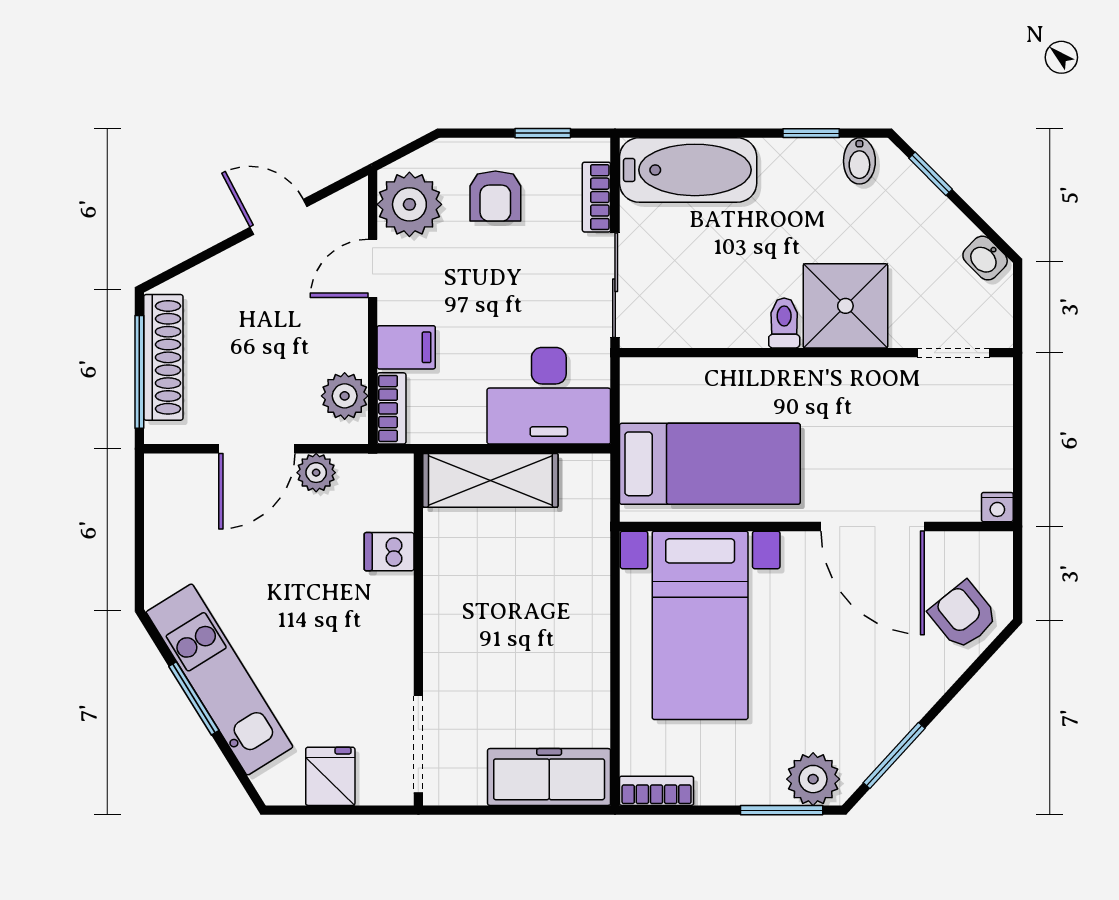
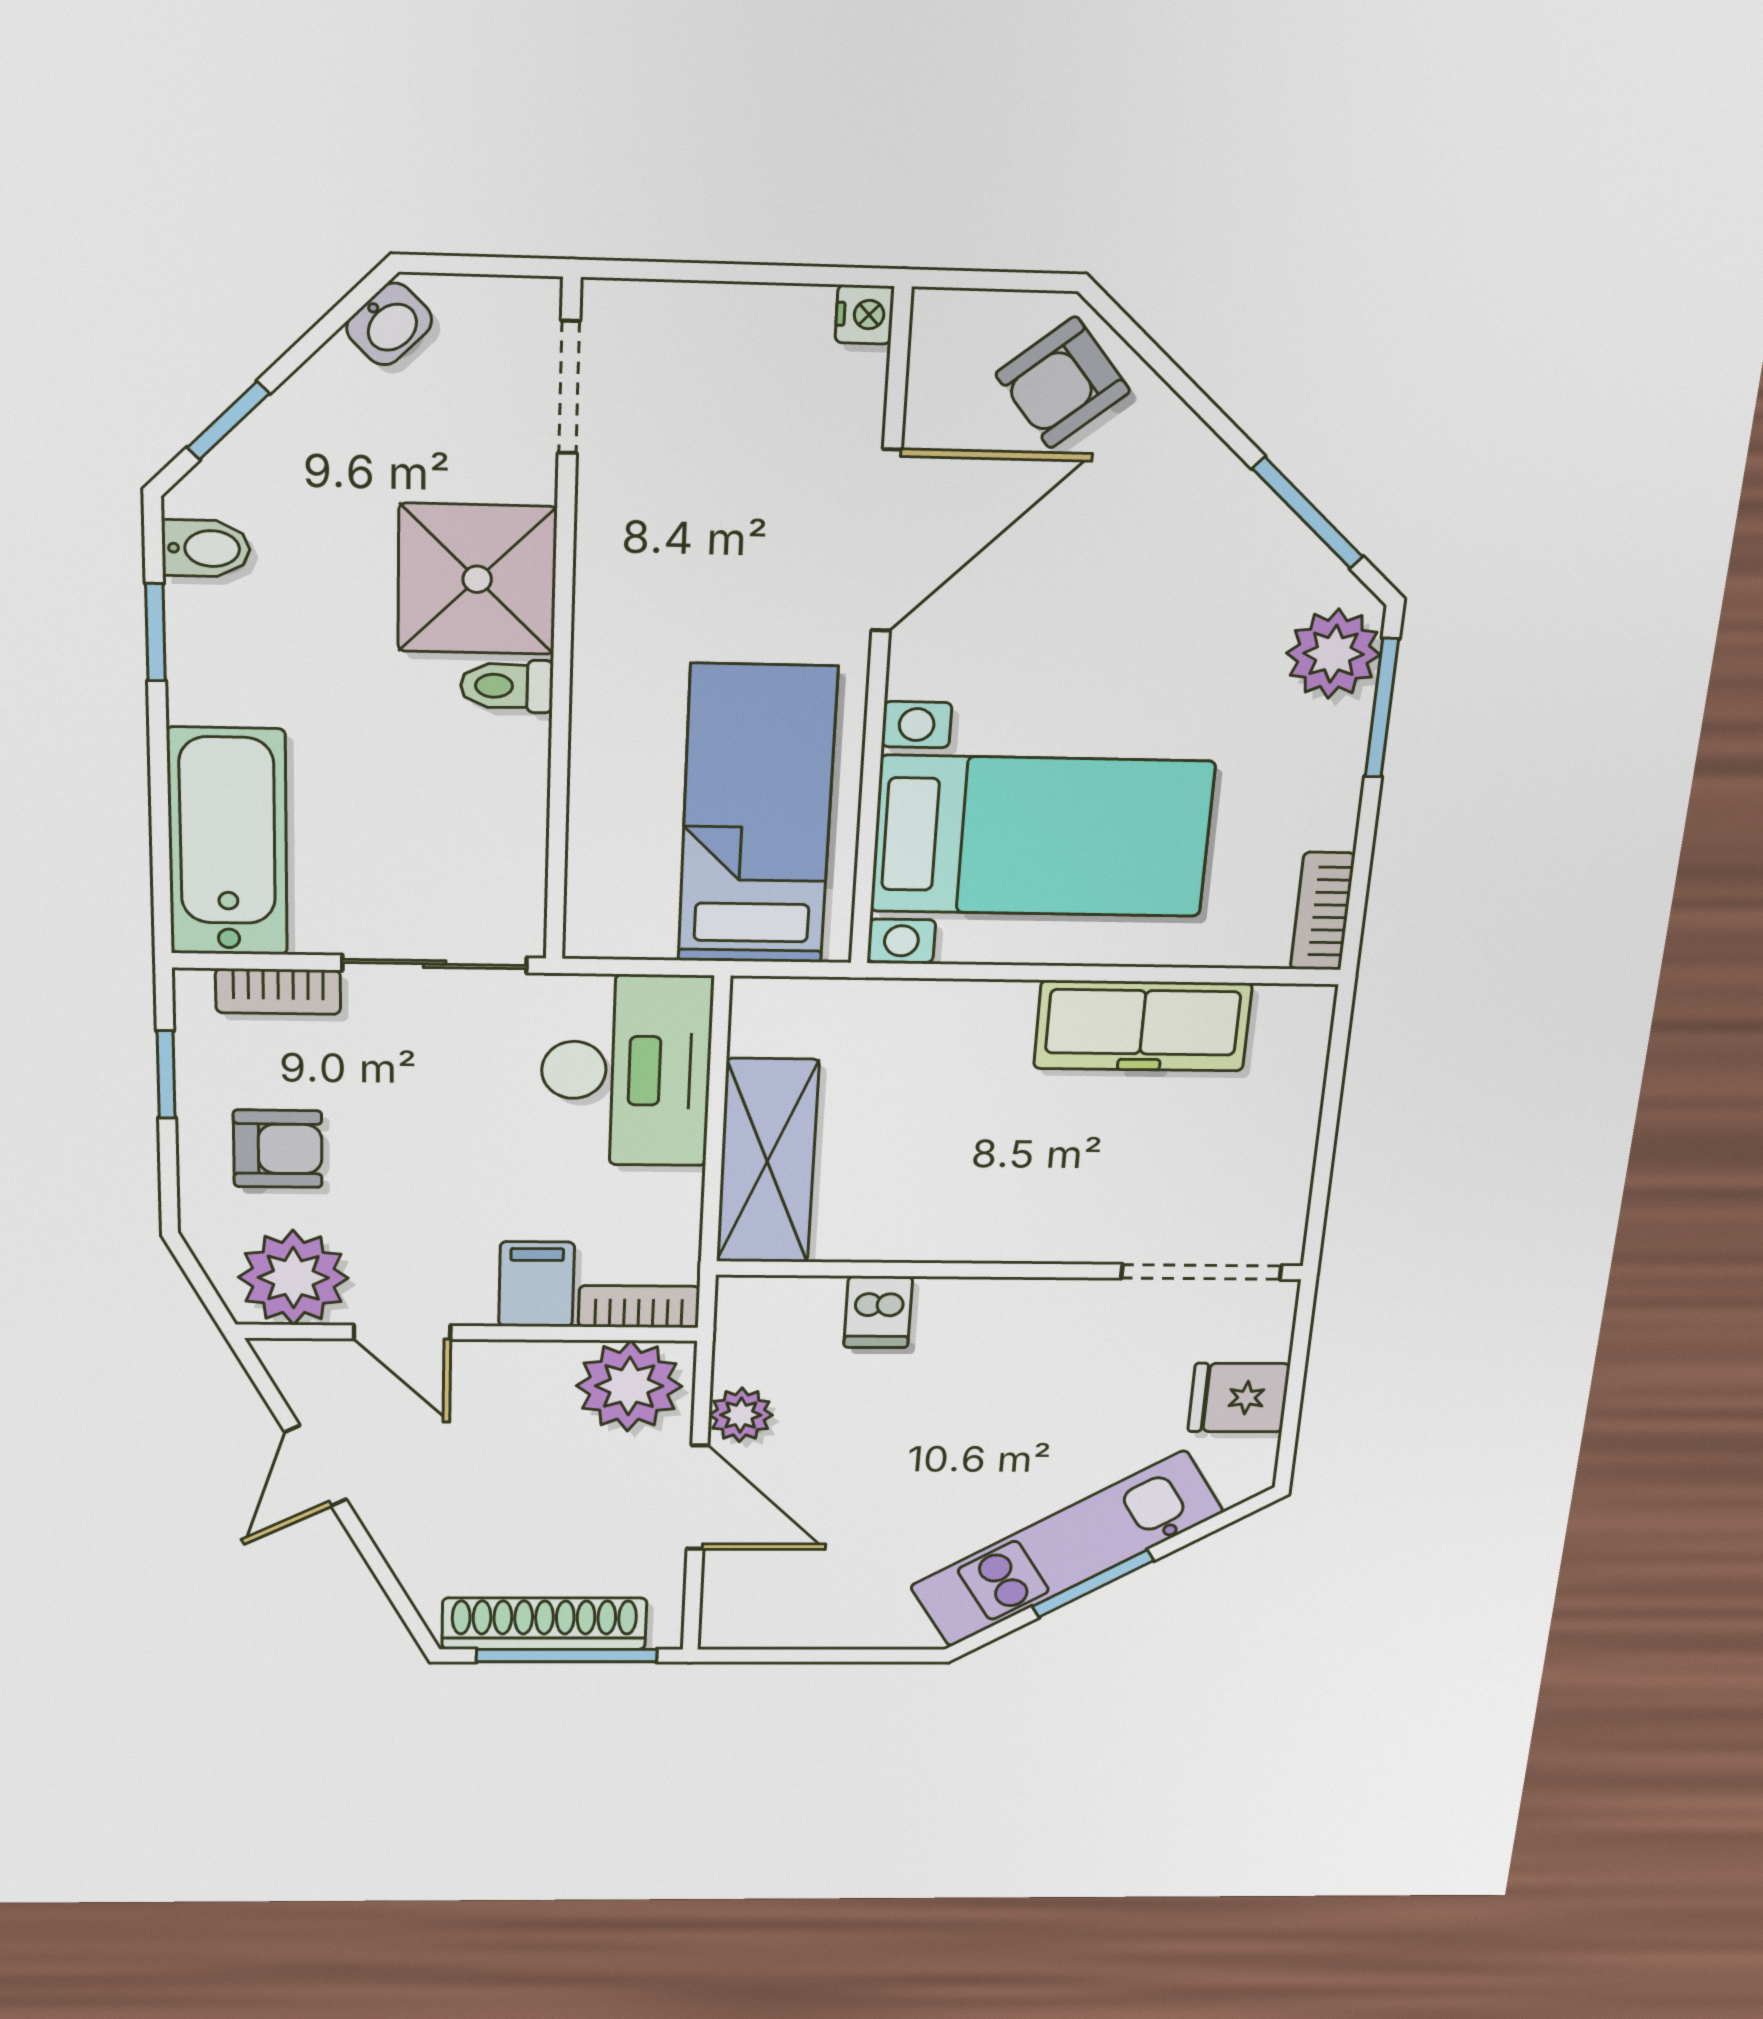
plant: (345, 396) -> (629, 1386), width x1.36, depth x1.36
freezer: (549, 777) -> (1143, 1026), moved, turned -90

